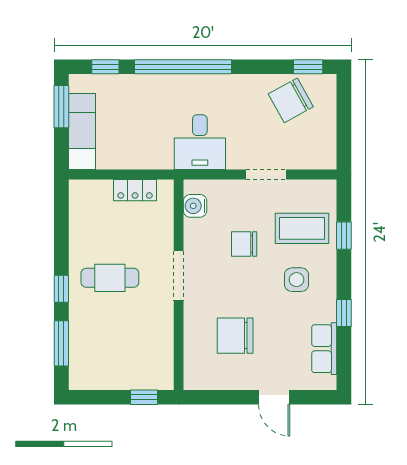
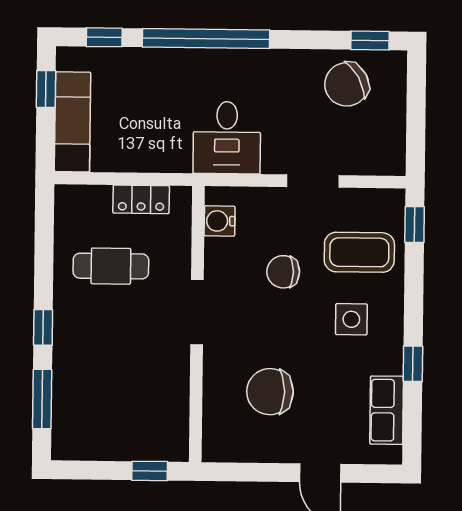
window: (61, 107) -> (46, 89), width x0.67
window: (344, 236) -> (415, 225), moved
cafe table: (110, 278) -> (111, 266), moved

